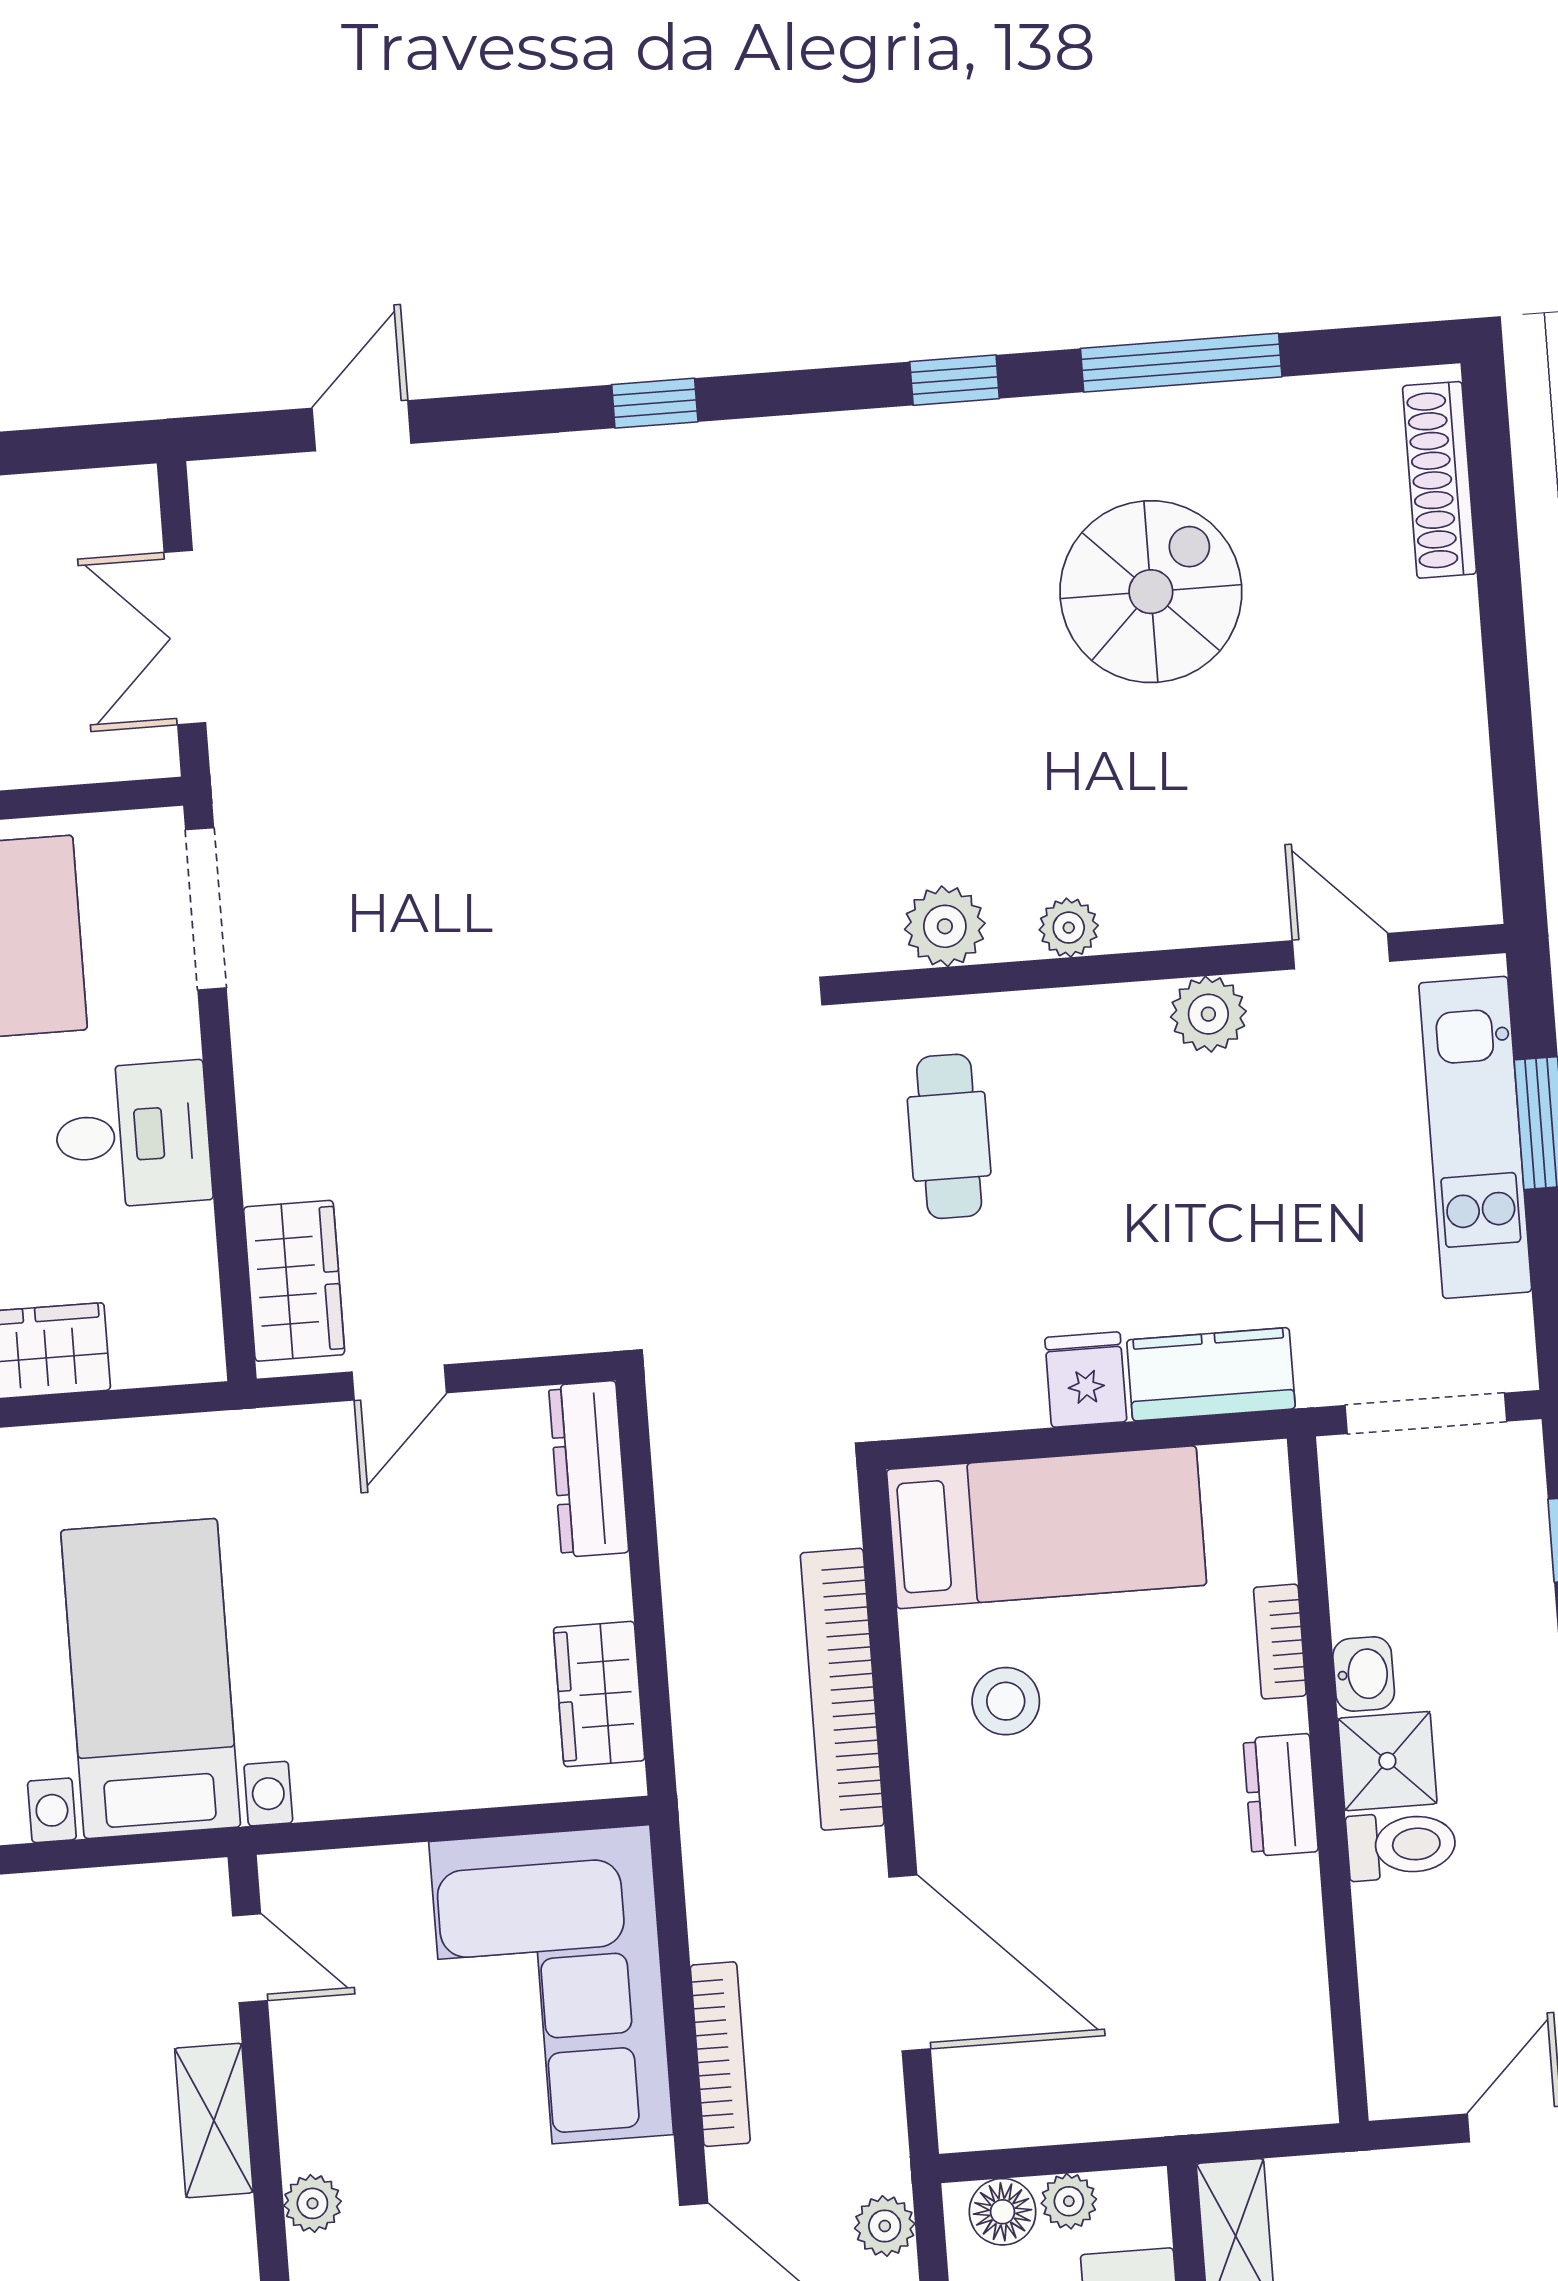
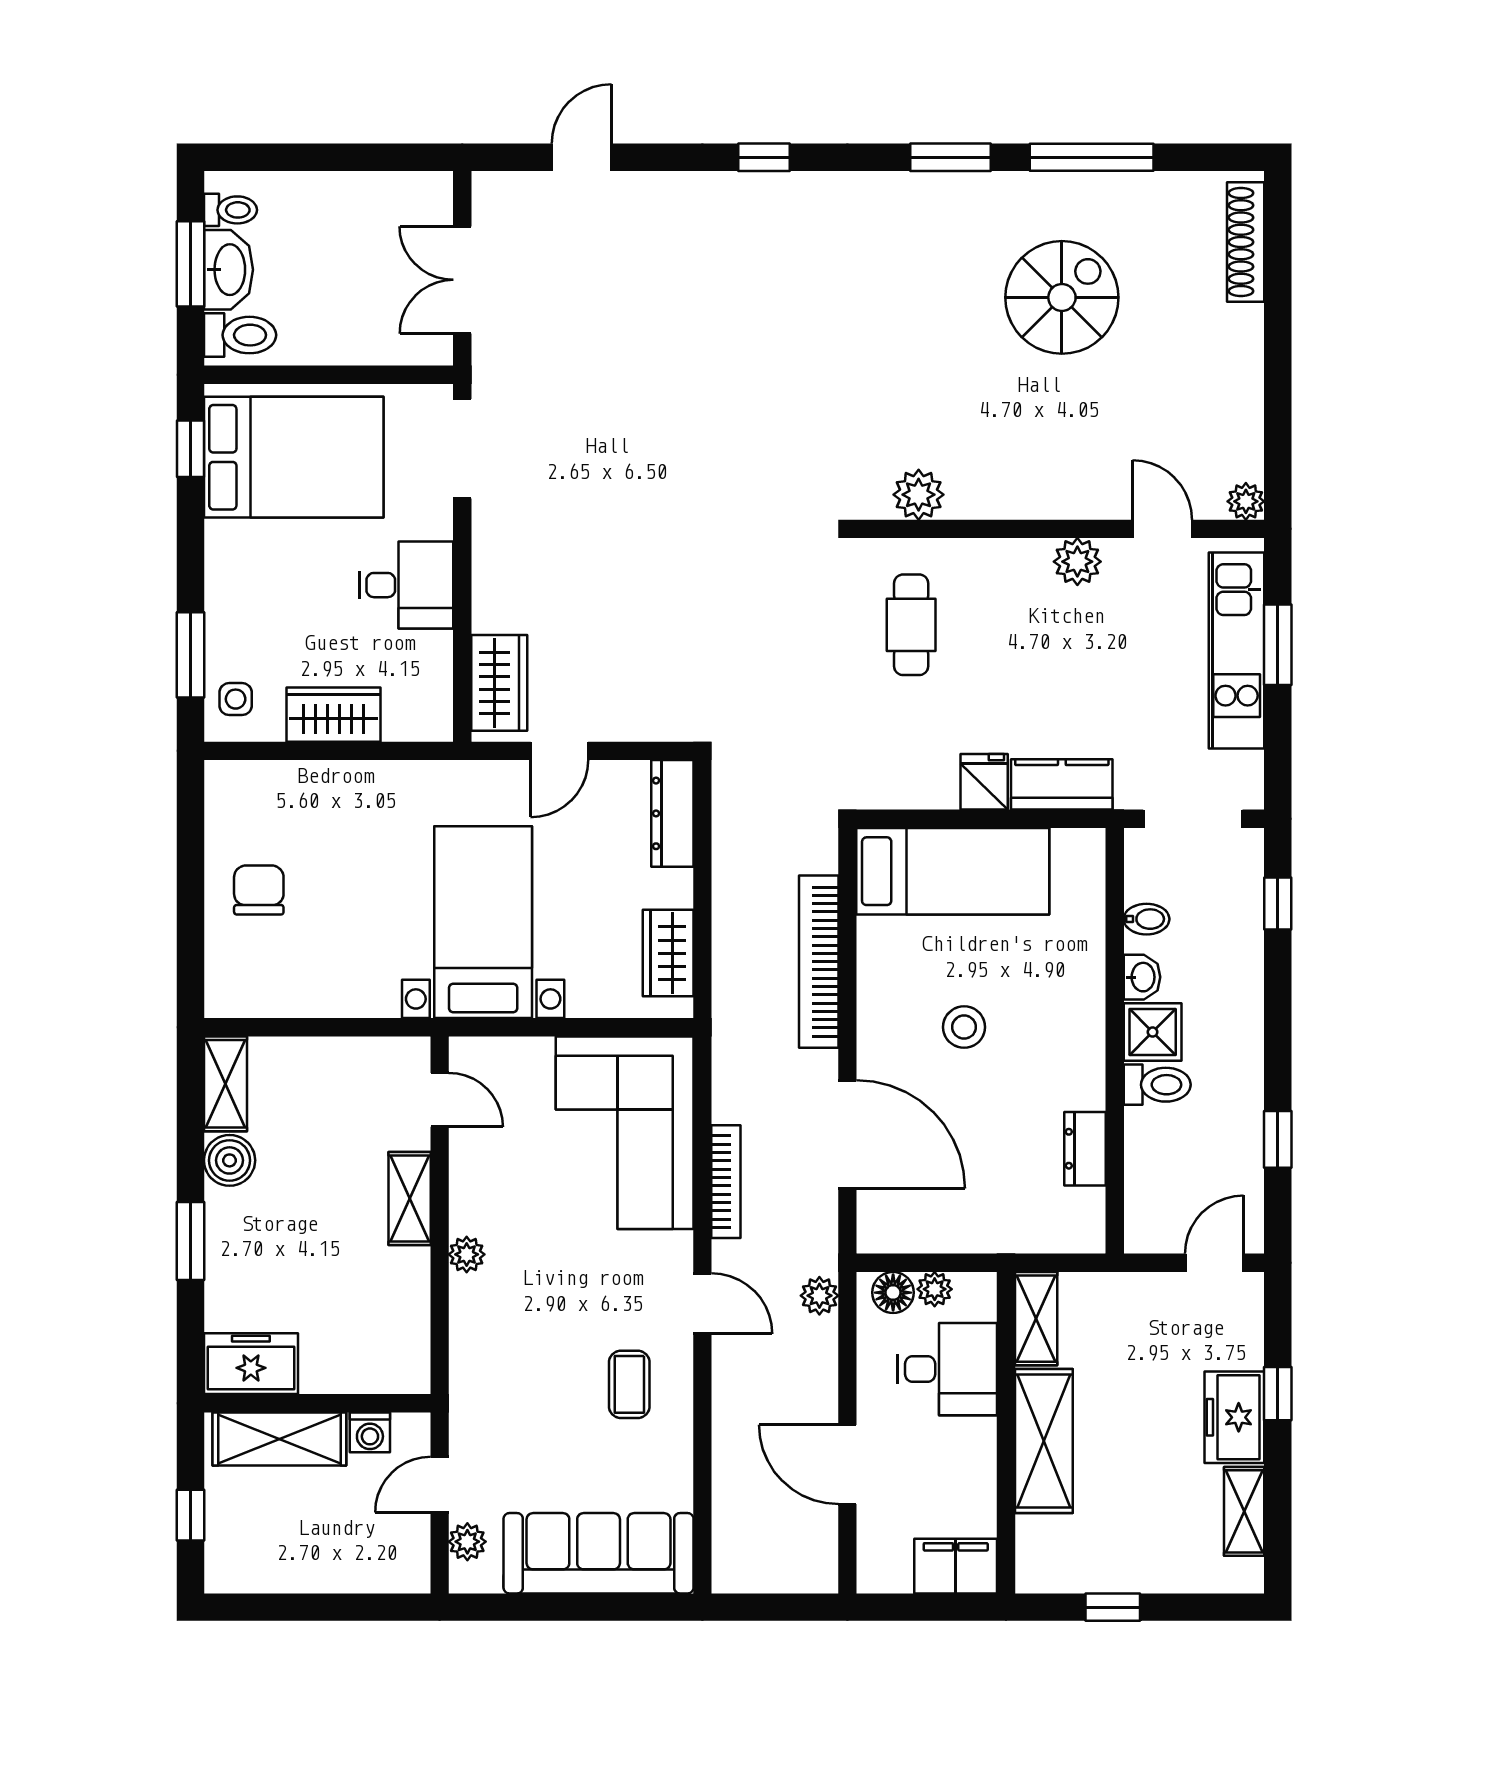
window: (955, 380) -> (951, 157), width x1.50
plant: (1069, 928) -> (1246, 501), moved
bidet: (1364, 1580) -> (1147, 919), added
bookcase: (1280, 1642) -> (1092, 953), removed
bed with nightstands: (151, 1679) -> (483, 922), moved
stool: (1006, 1701) -> (964, 1027), moved
dresser: (1281, 1795) -> (1085, 1149), moved

